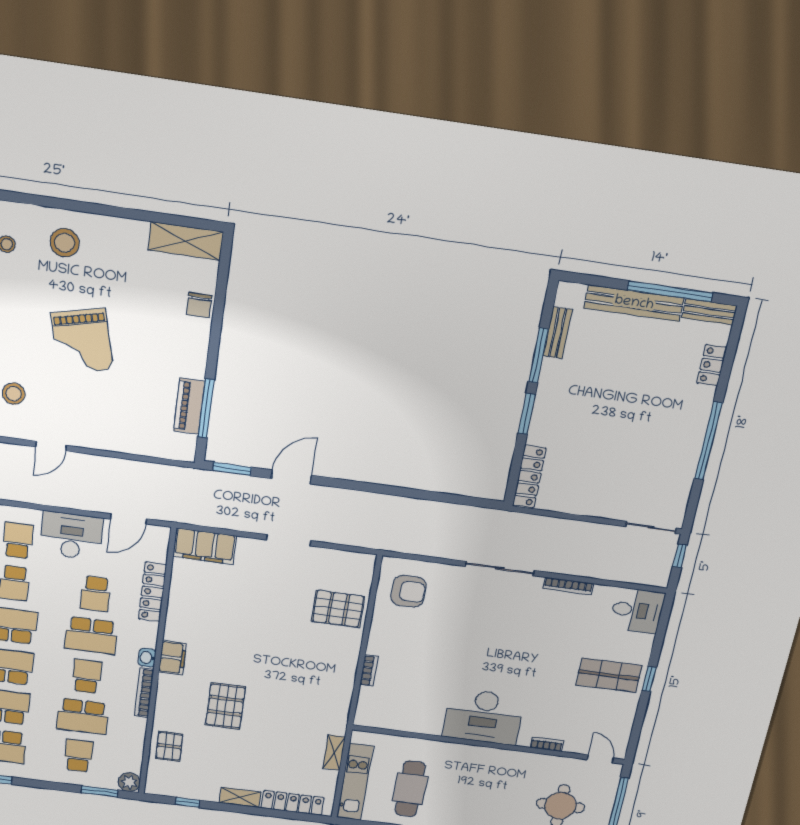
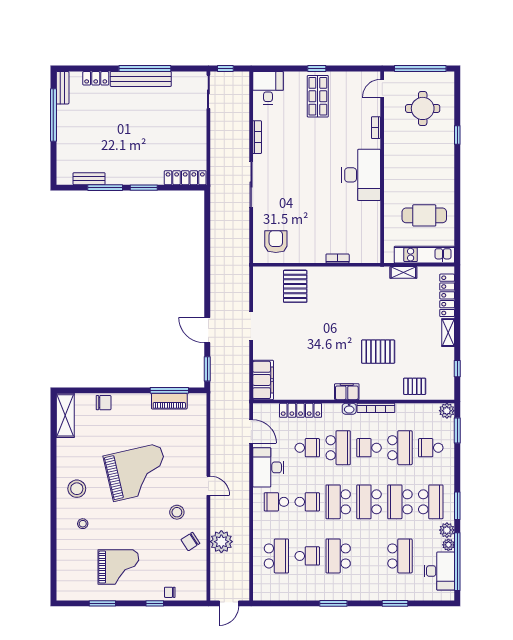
bench: (634, 303) -> (141, 79), moved, turned 90
grand piano: (82, 341) -> (137, 472), width x1.37, depth x1.48

